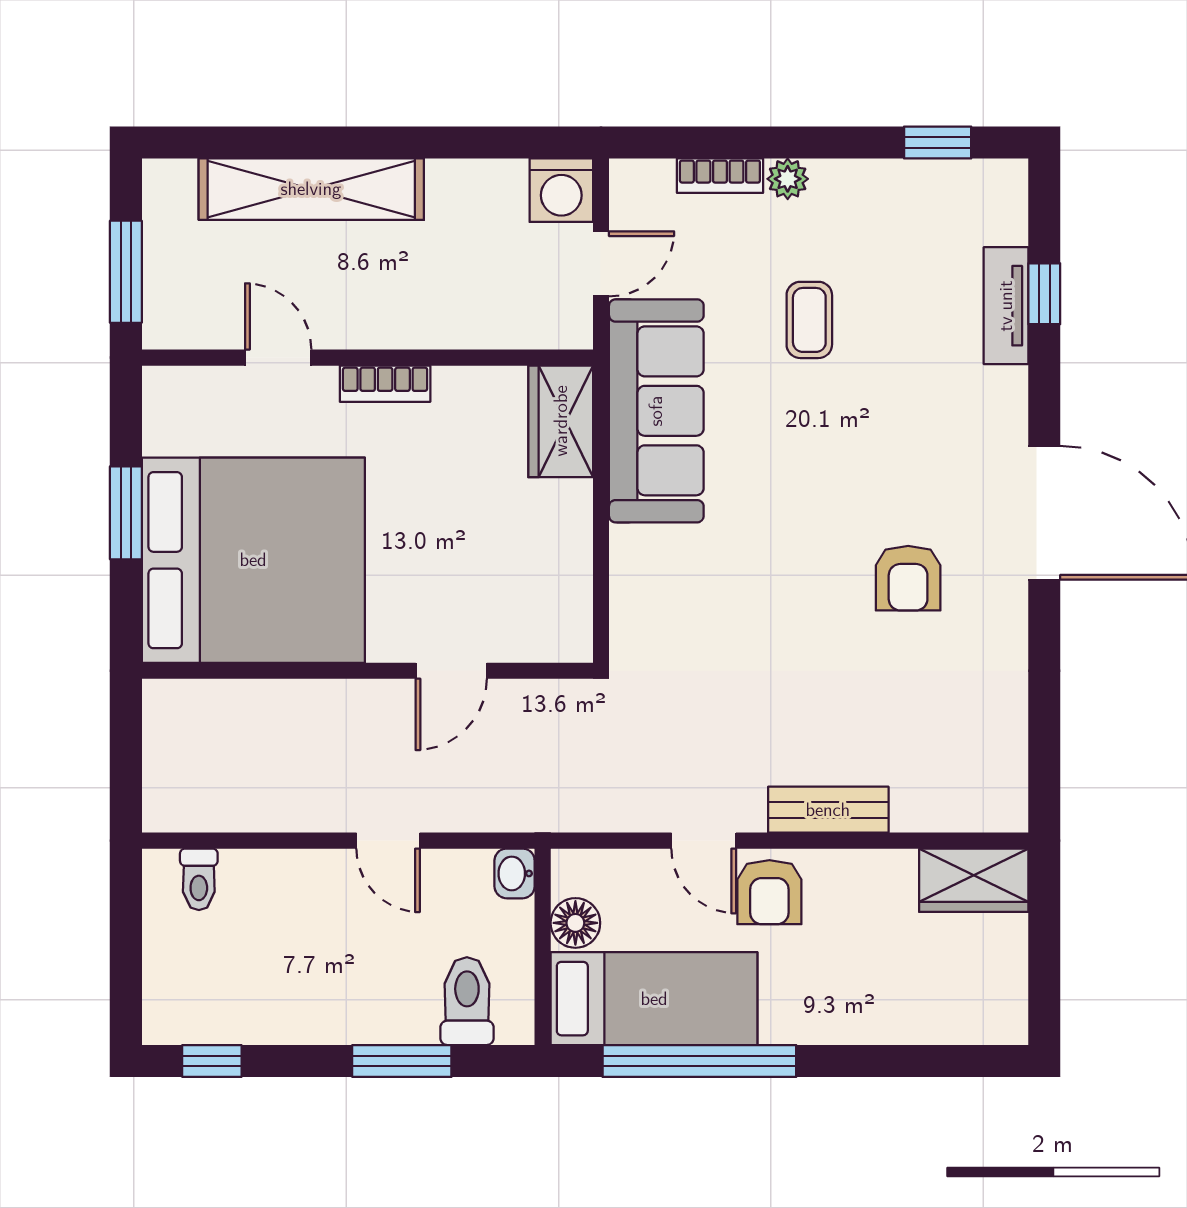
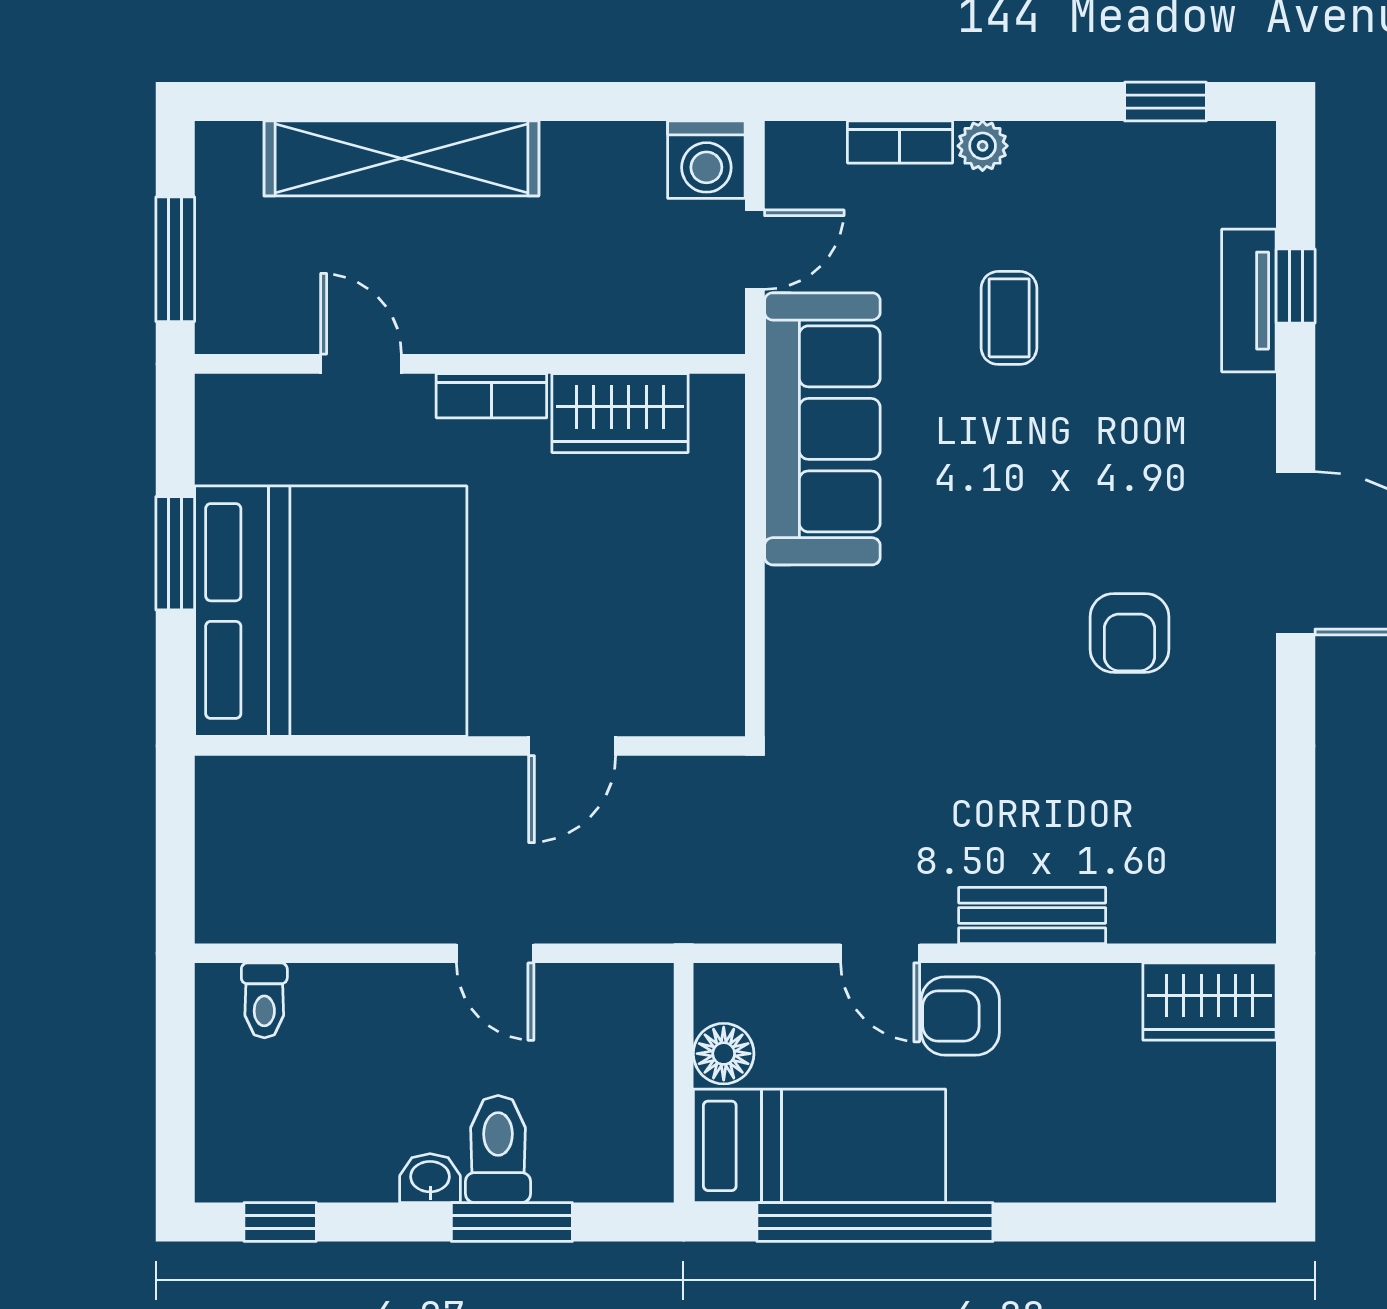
wardrobe: (561, 421) -> (620, 413), moved, turned -90
washbasin: (515, 873) -> (430, 1178), moved, turned 90
armchair: (769, 892) -> (960, 1016), turned 90
toilet: (467, 1001) -> (498, 1149), moved

